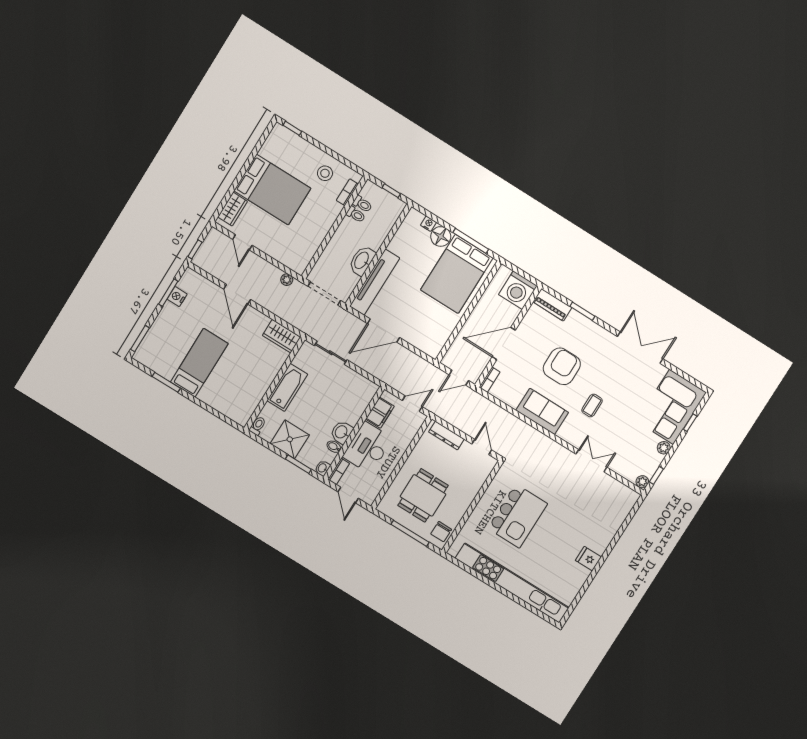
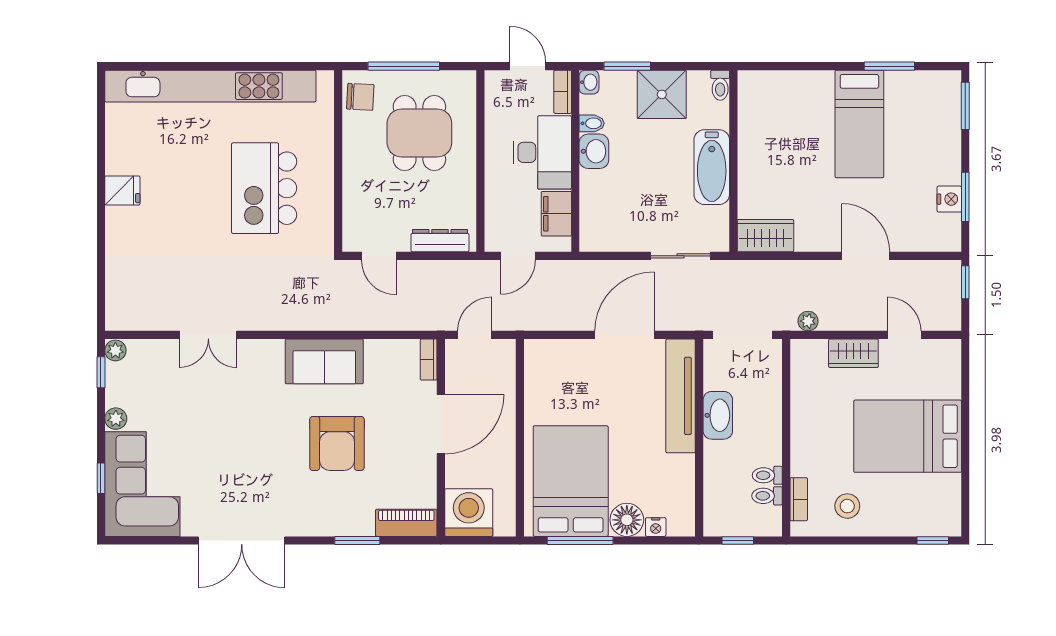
wardrobe: (233, 209) -> (853, 353), moved, turned -90
coffee table: (592, 405) -> (258, 415), removed
chair: (441, 532) -> (360, 97), turned 93

